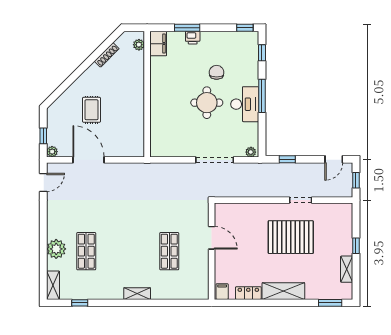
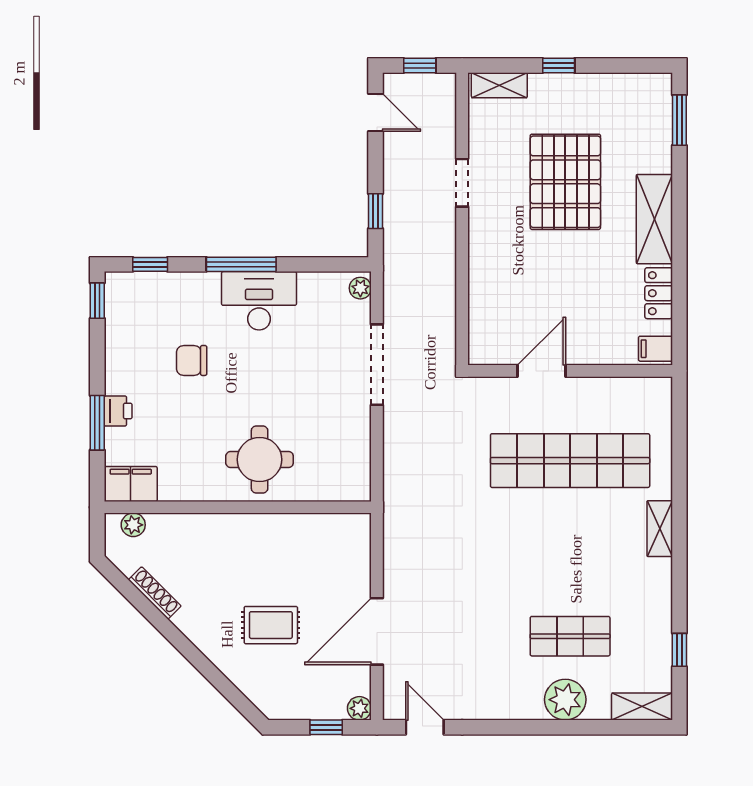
round table: (207, 103) -> (260, 460), moved
pallet: (291, 237) -> (565, 182), moved
shop shelf: (169, 251) -> (570, 461), width x2.00, depth x1.36
shelving: (347, 269) -> (499, 85), moved

